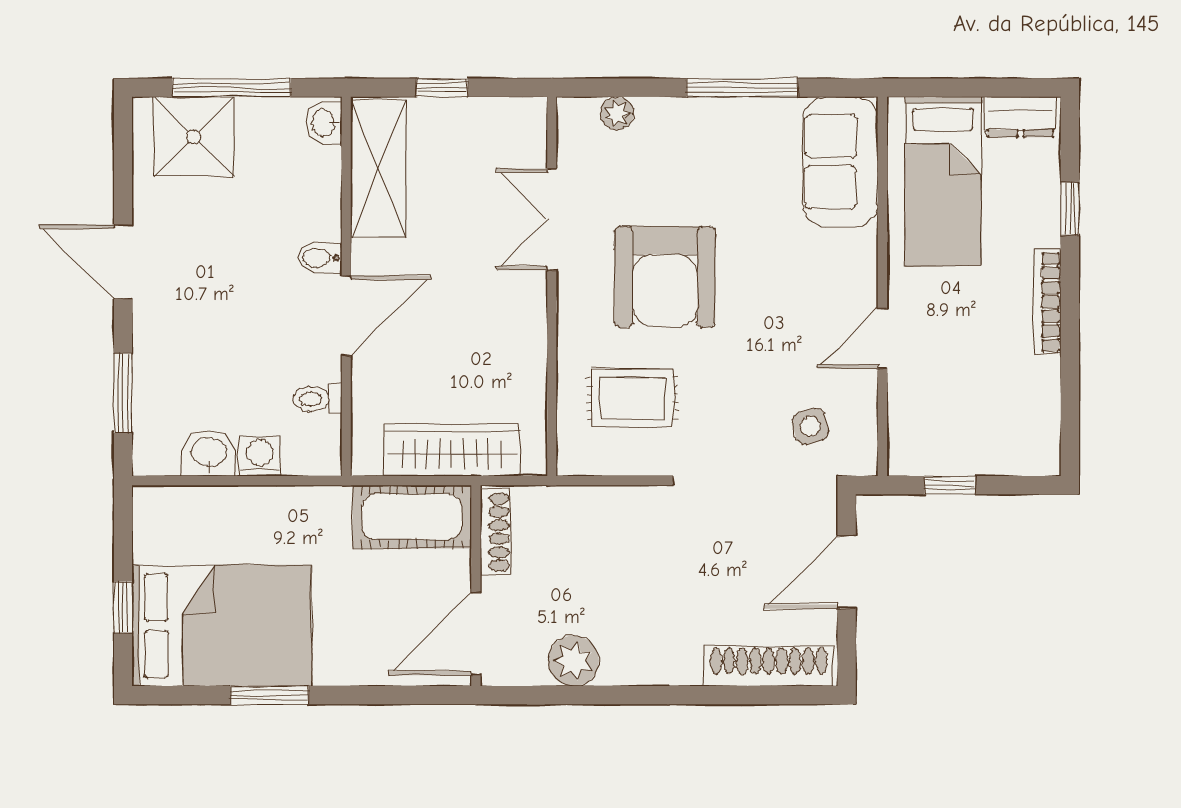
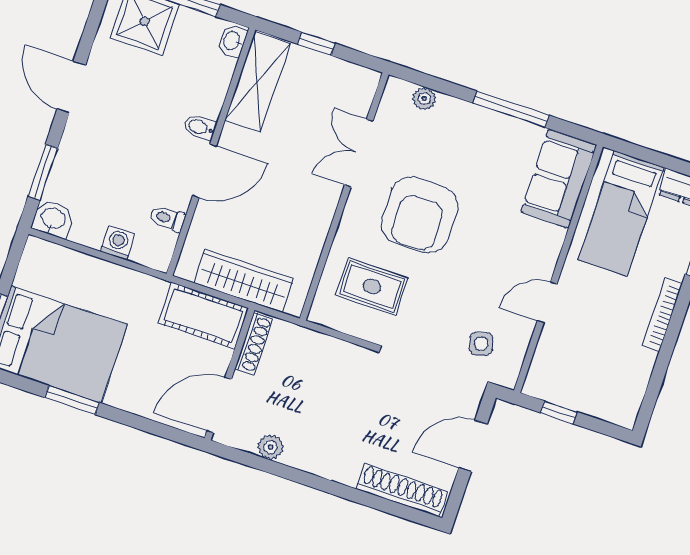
washbasin: (209, 453) -> (53, 219), moved
plant: (573, 661) -> (270, 447), width x0.73, depth x0.73

